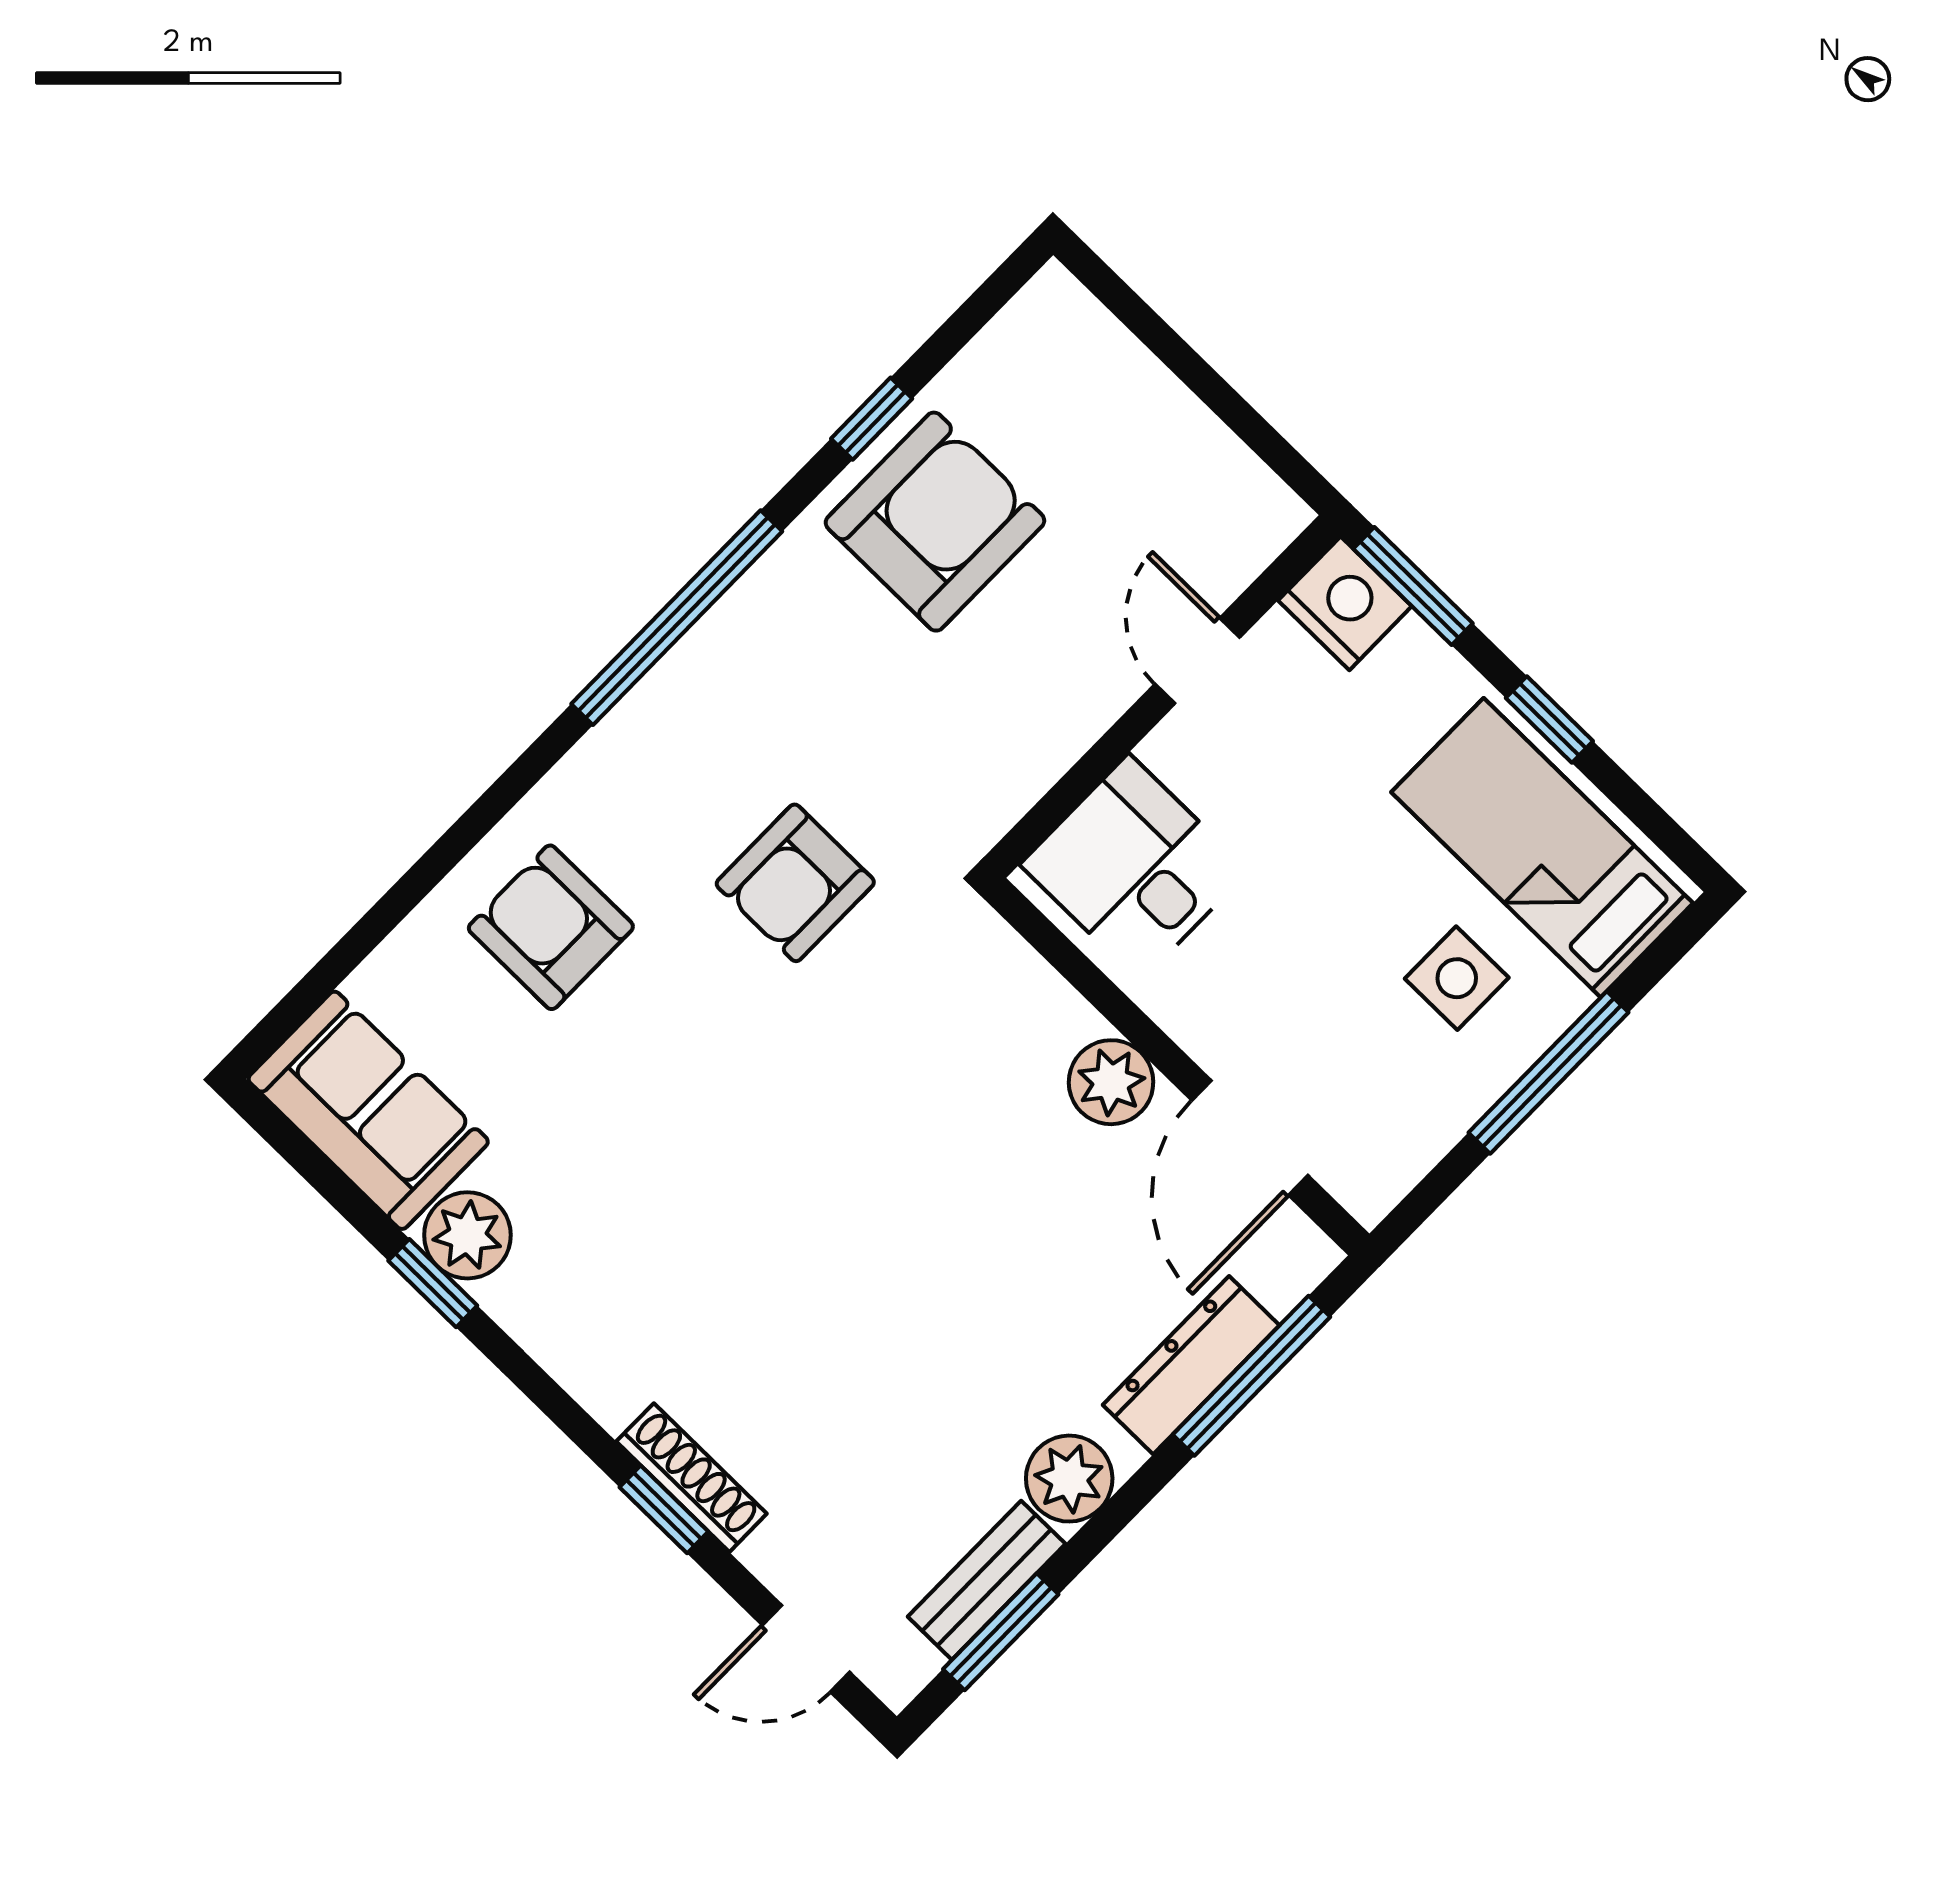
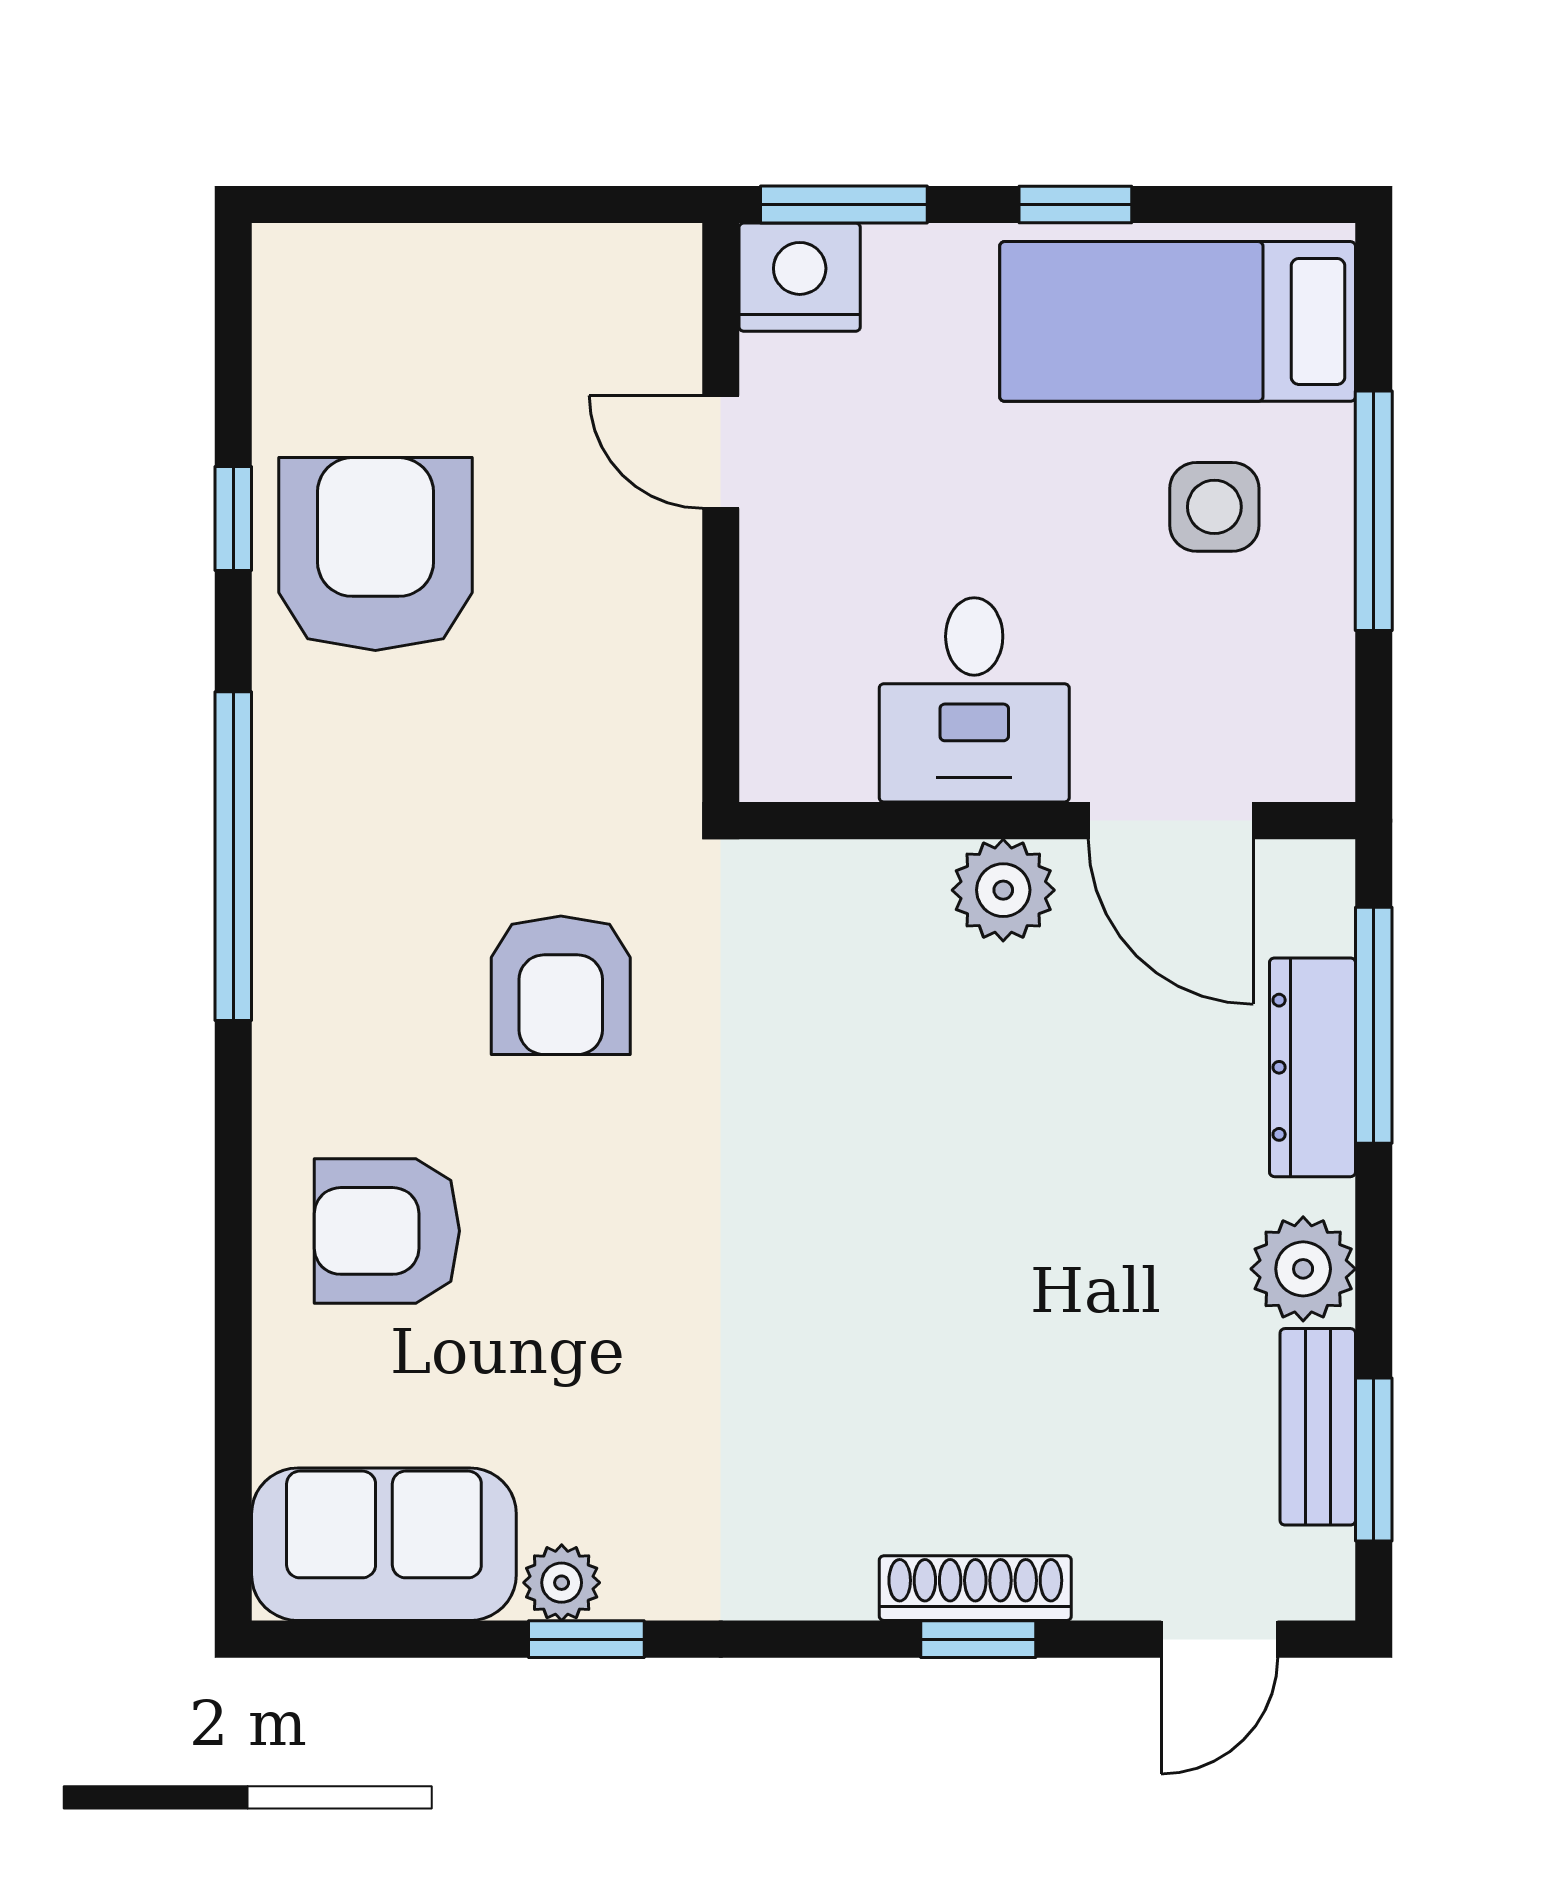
desk: (1134, 868) -> (974, 700), moved, turned -90
plant: (467, 1235) -> (562, 1583), width x0.73, depth x0.73

